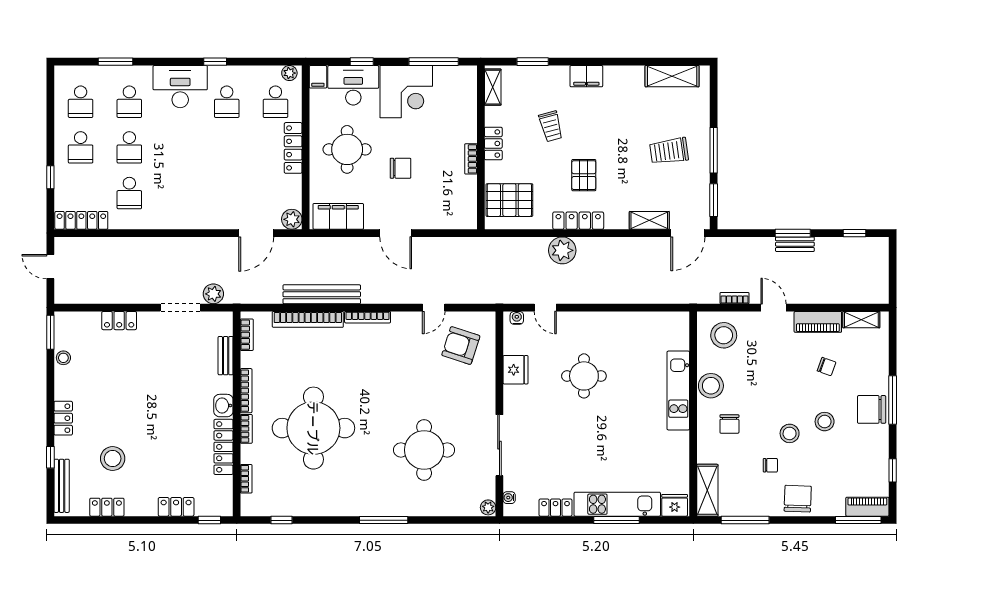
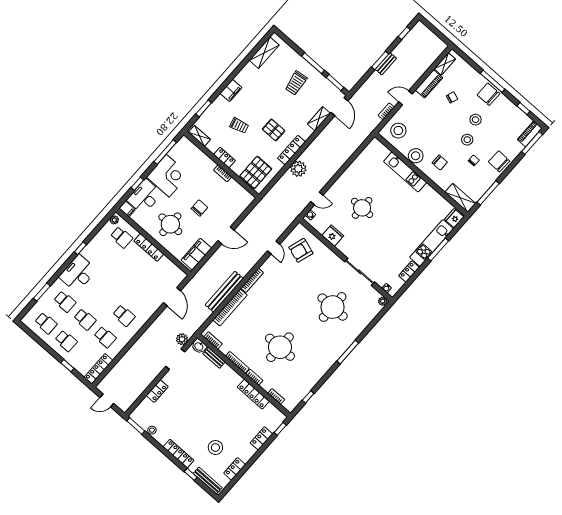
school desk: (227, 102) -> (124, 316), moved
plant: (292, 219) -> (180, 276), removed
washbasin: (223, 406) -> (199, 346), moved
chair: (872, 409) -> (488, 94), turned 90
locker: (63, 418) -> (178, 454), width x1.53
round table: (313, 428) -> (280, 347), width x0.73, depth x0.73

